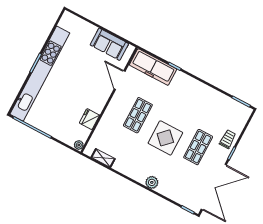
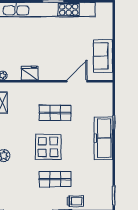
freezer: (153, 67) -> (103, 138), moved

